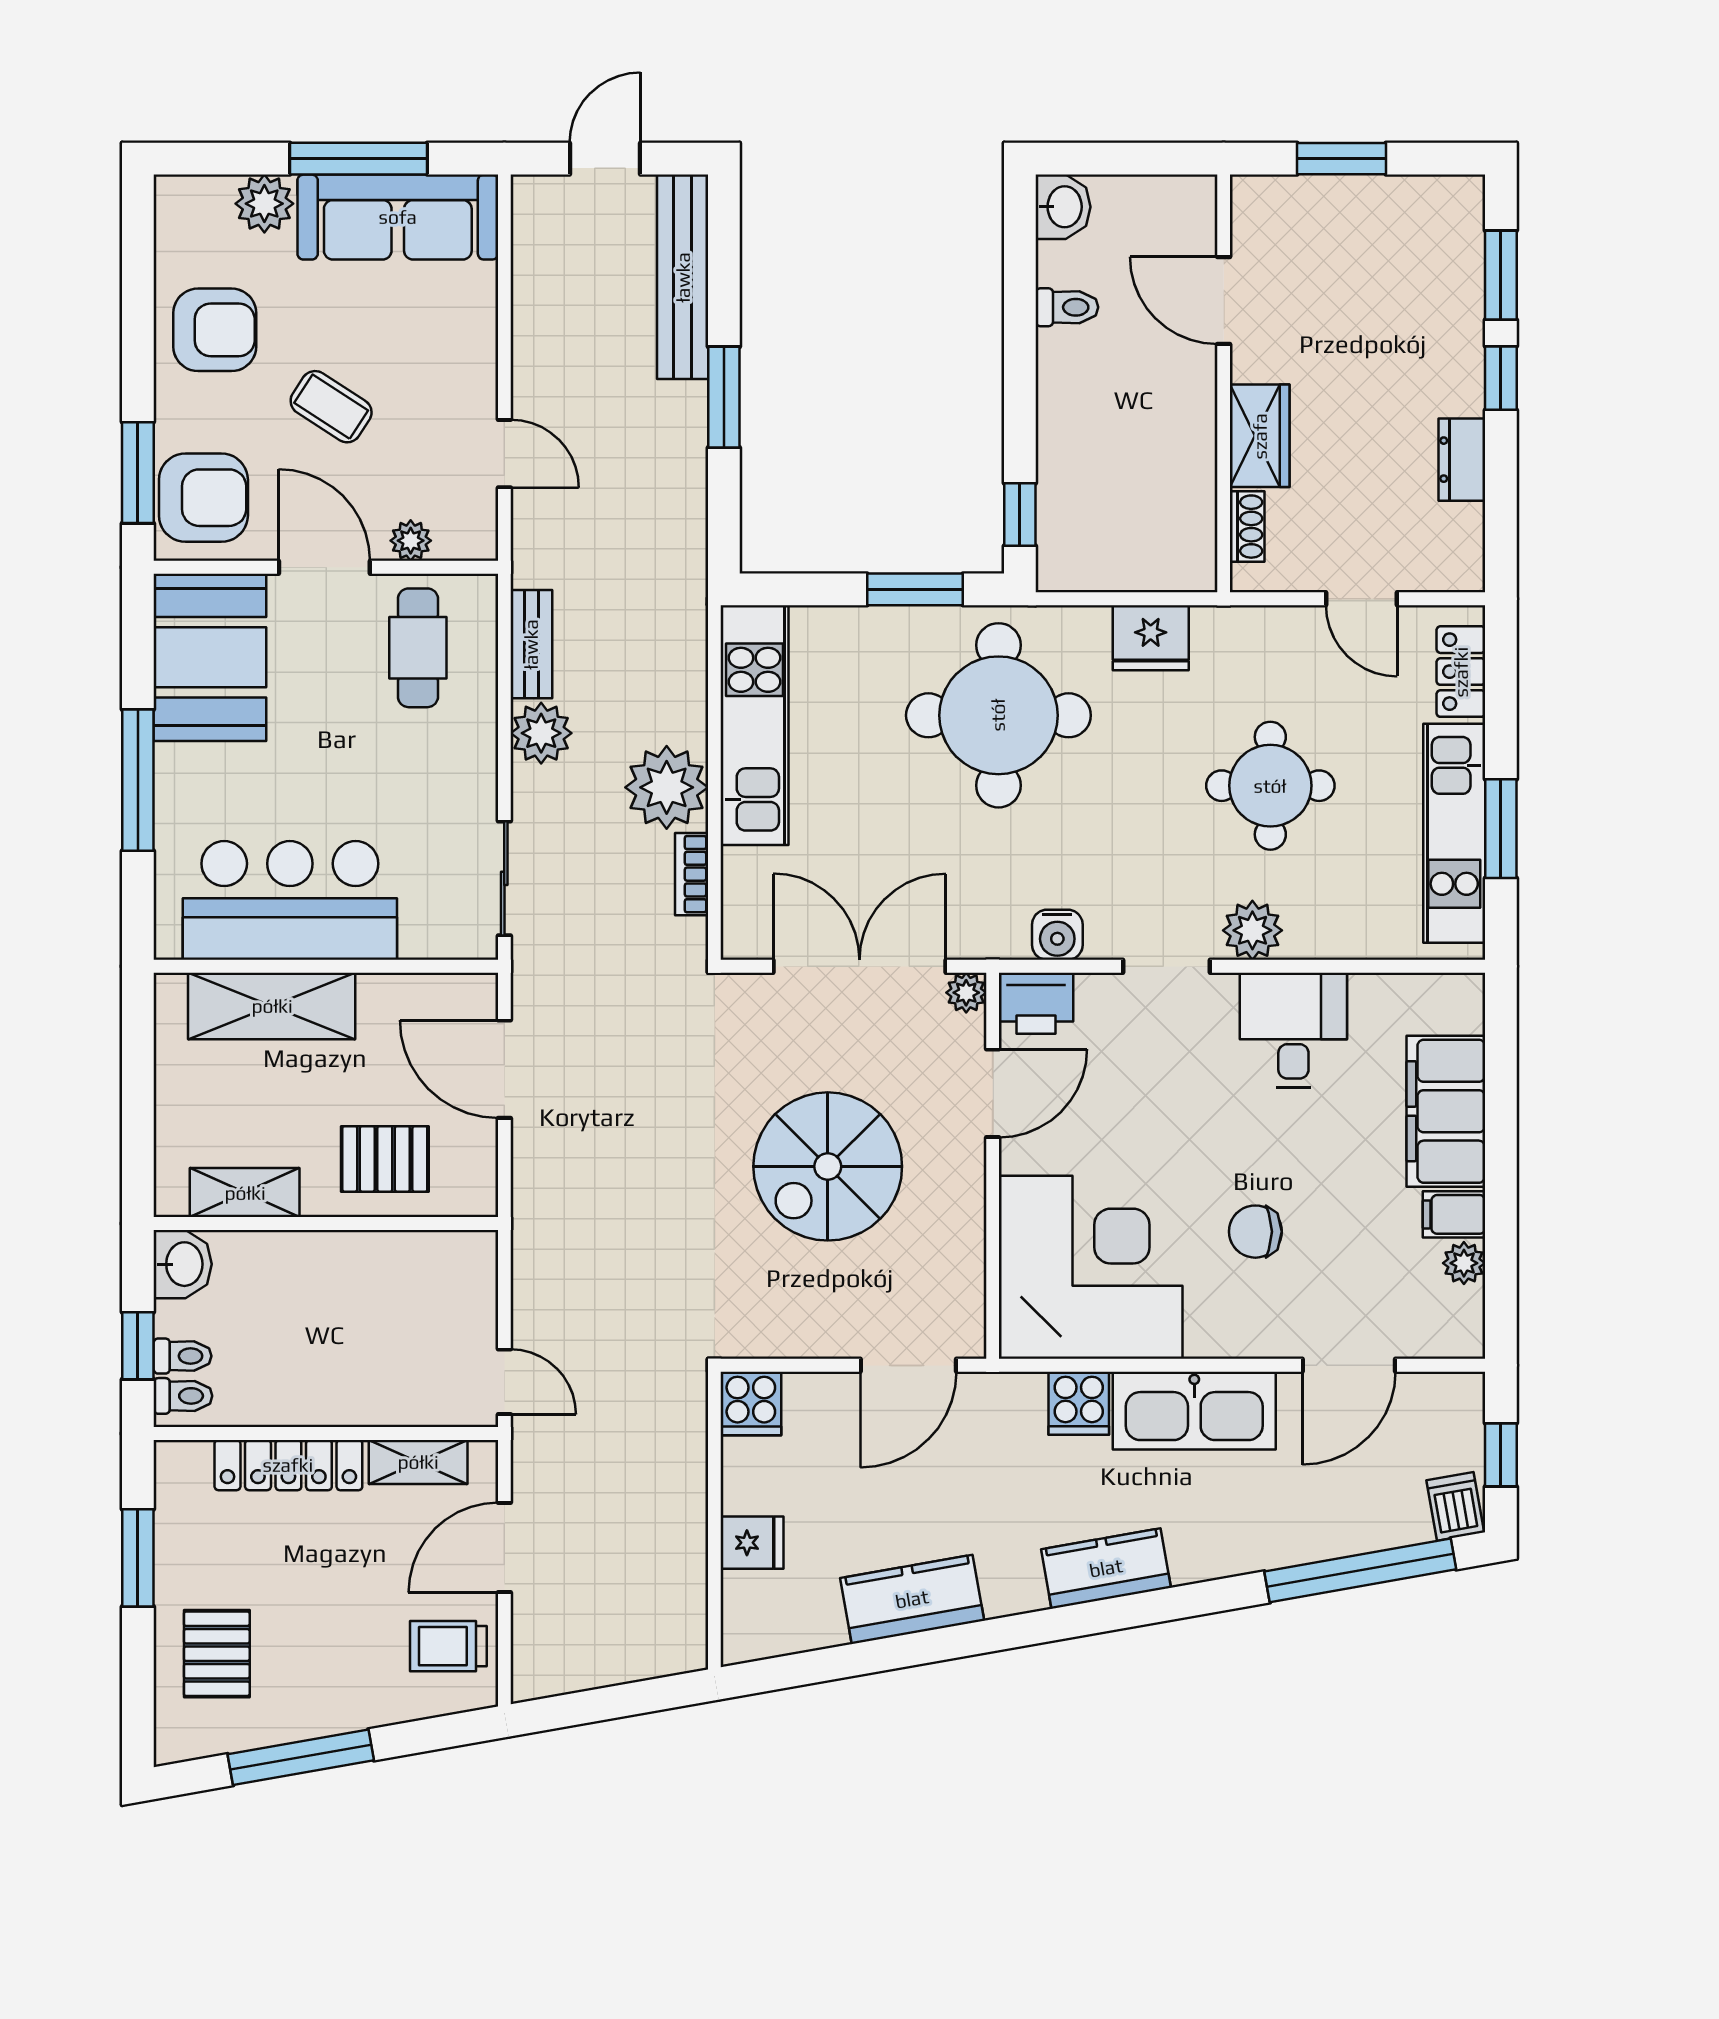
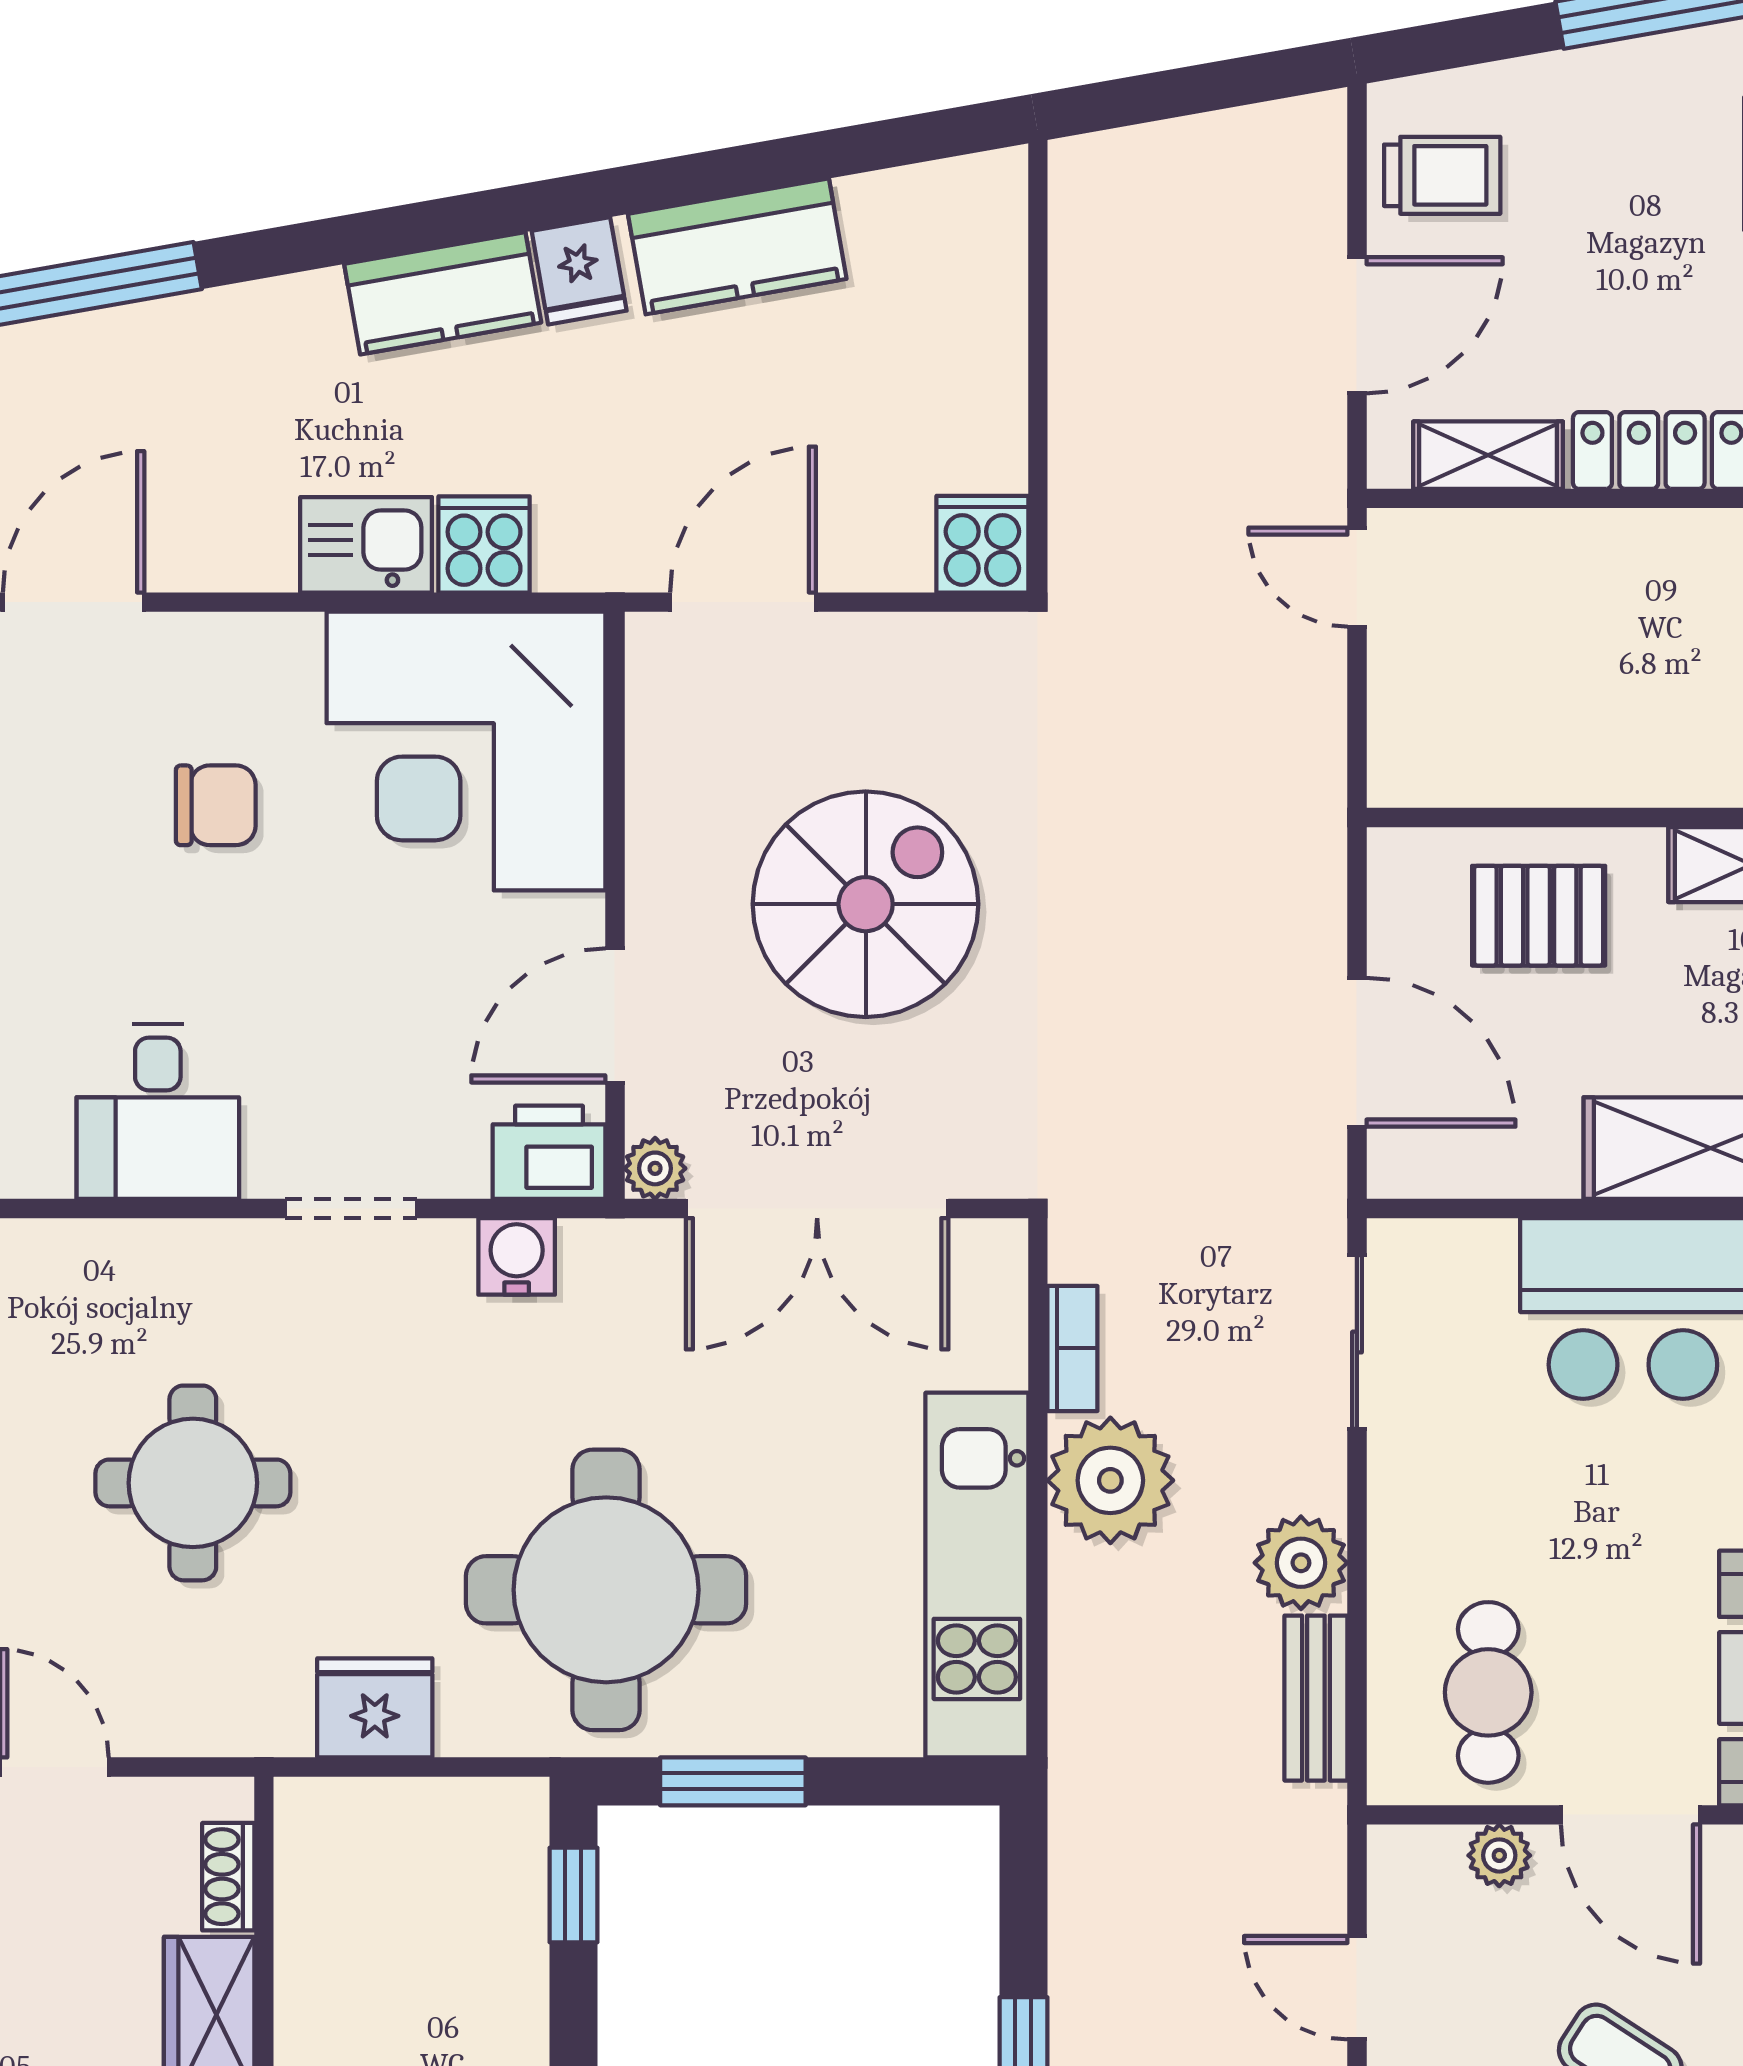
plant: (1252, 930) -> (220, 1263), removed
kitchen sink: (1194, 1411) -> (366, 545), width x0.53, depth x0.81
fridge: (752, 1543) -> (579, 271), moved, turned -100

